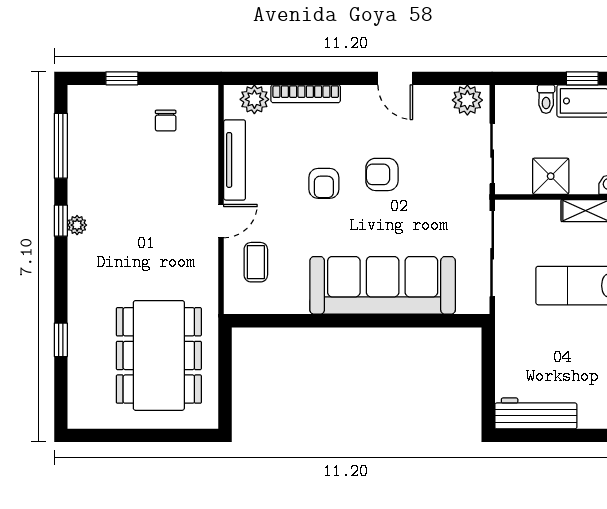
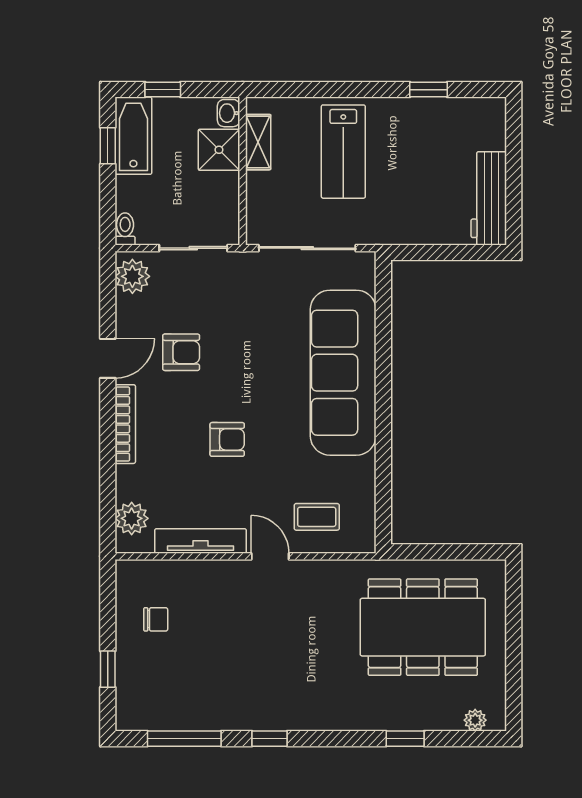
bookcase: (306, 94) -> (125, 424), moved
toilet: (546, 99) -> (125, 229), moved, turned -90
armchair: (382, 174) -> (181, 352), moved, turned -90
shower: (551, 176) -> (219, 150), moved
plant: (77, 225) -> (475, 720), moved

